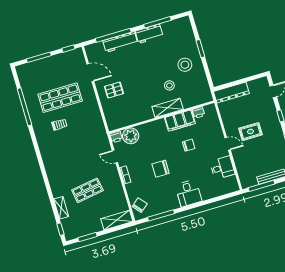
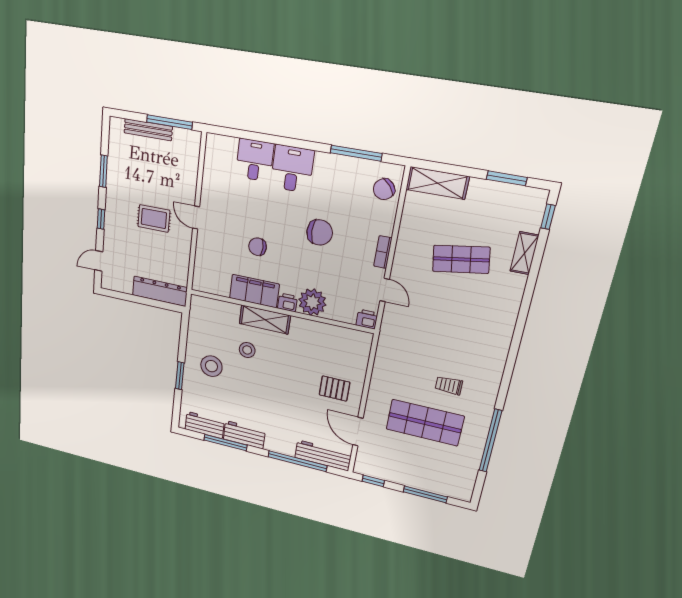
workbench: (174, 26) -> (205, 425), added
workbench: (120, 42) -> (323, 455), moved
printer: (198, 112) -> (287, 302), moved
plant: (131, 136) -> (312, 302), moved
desk: (222, 168) -> (255, 160), moved, turned 90

